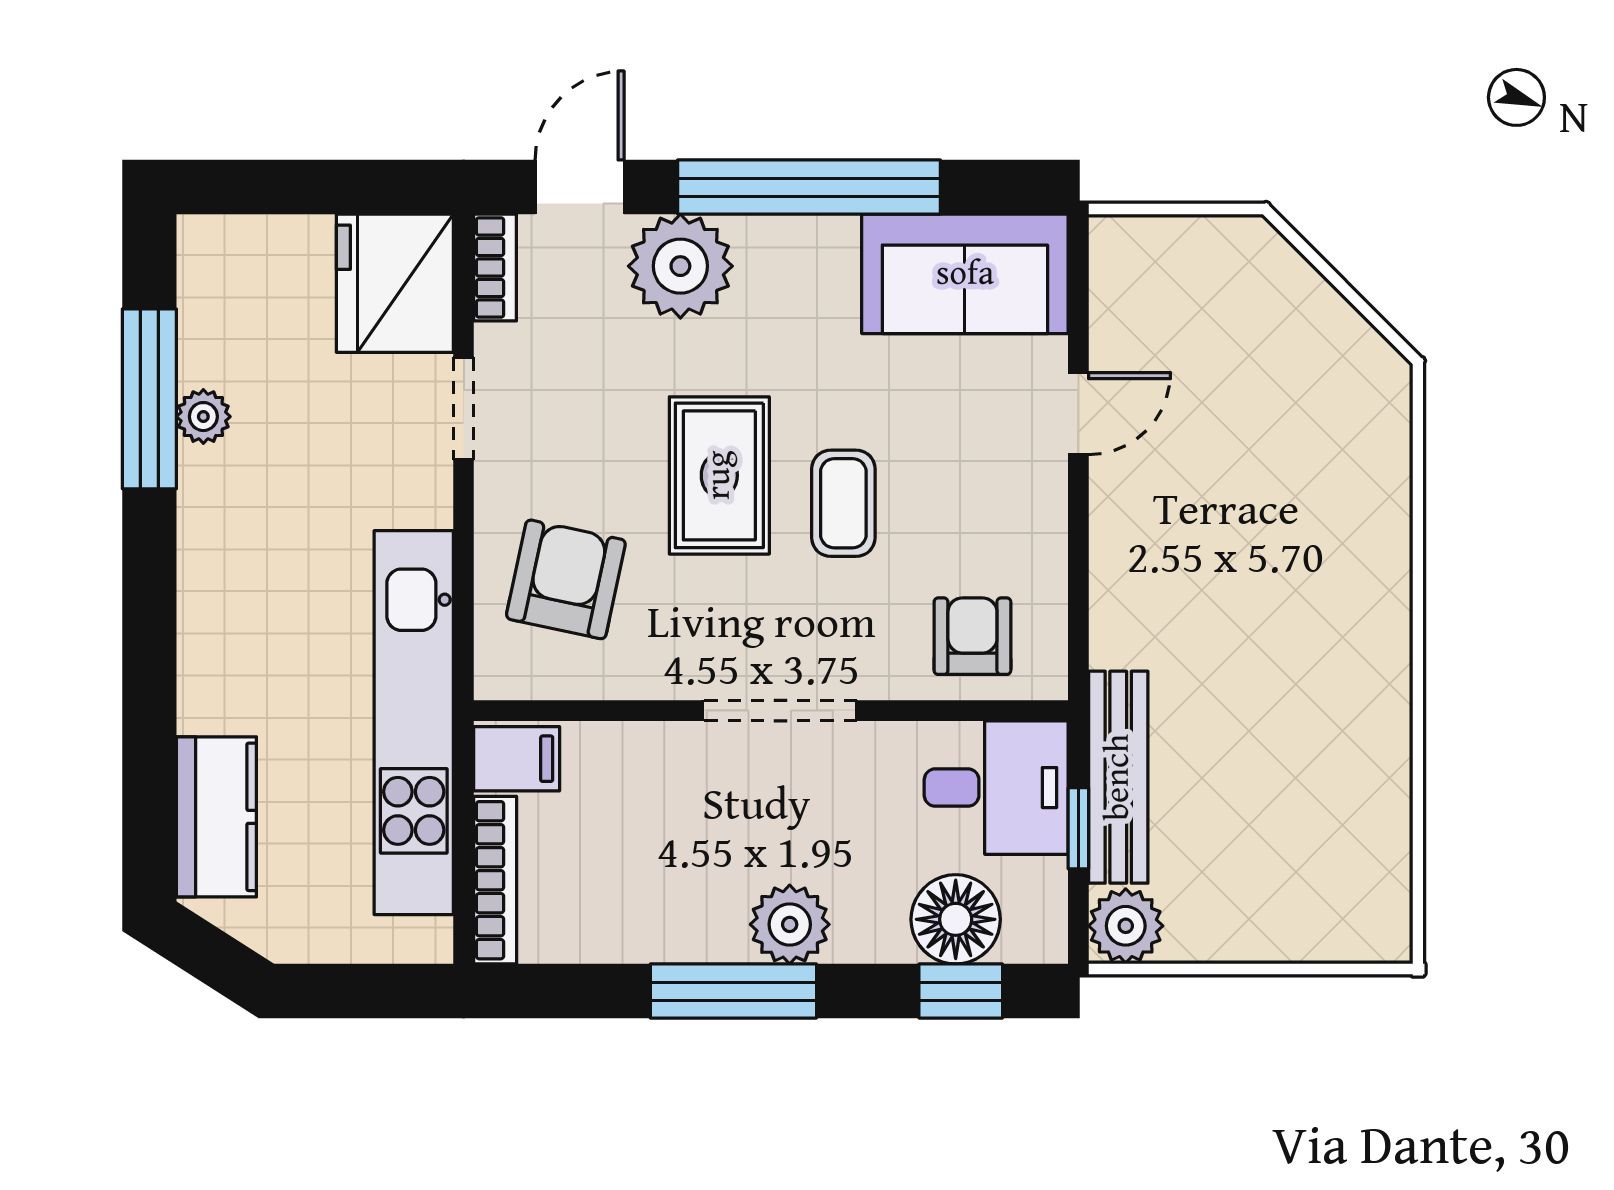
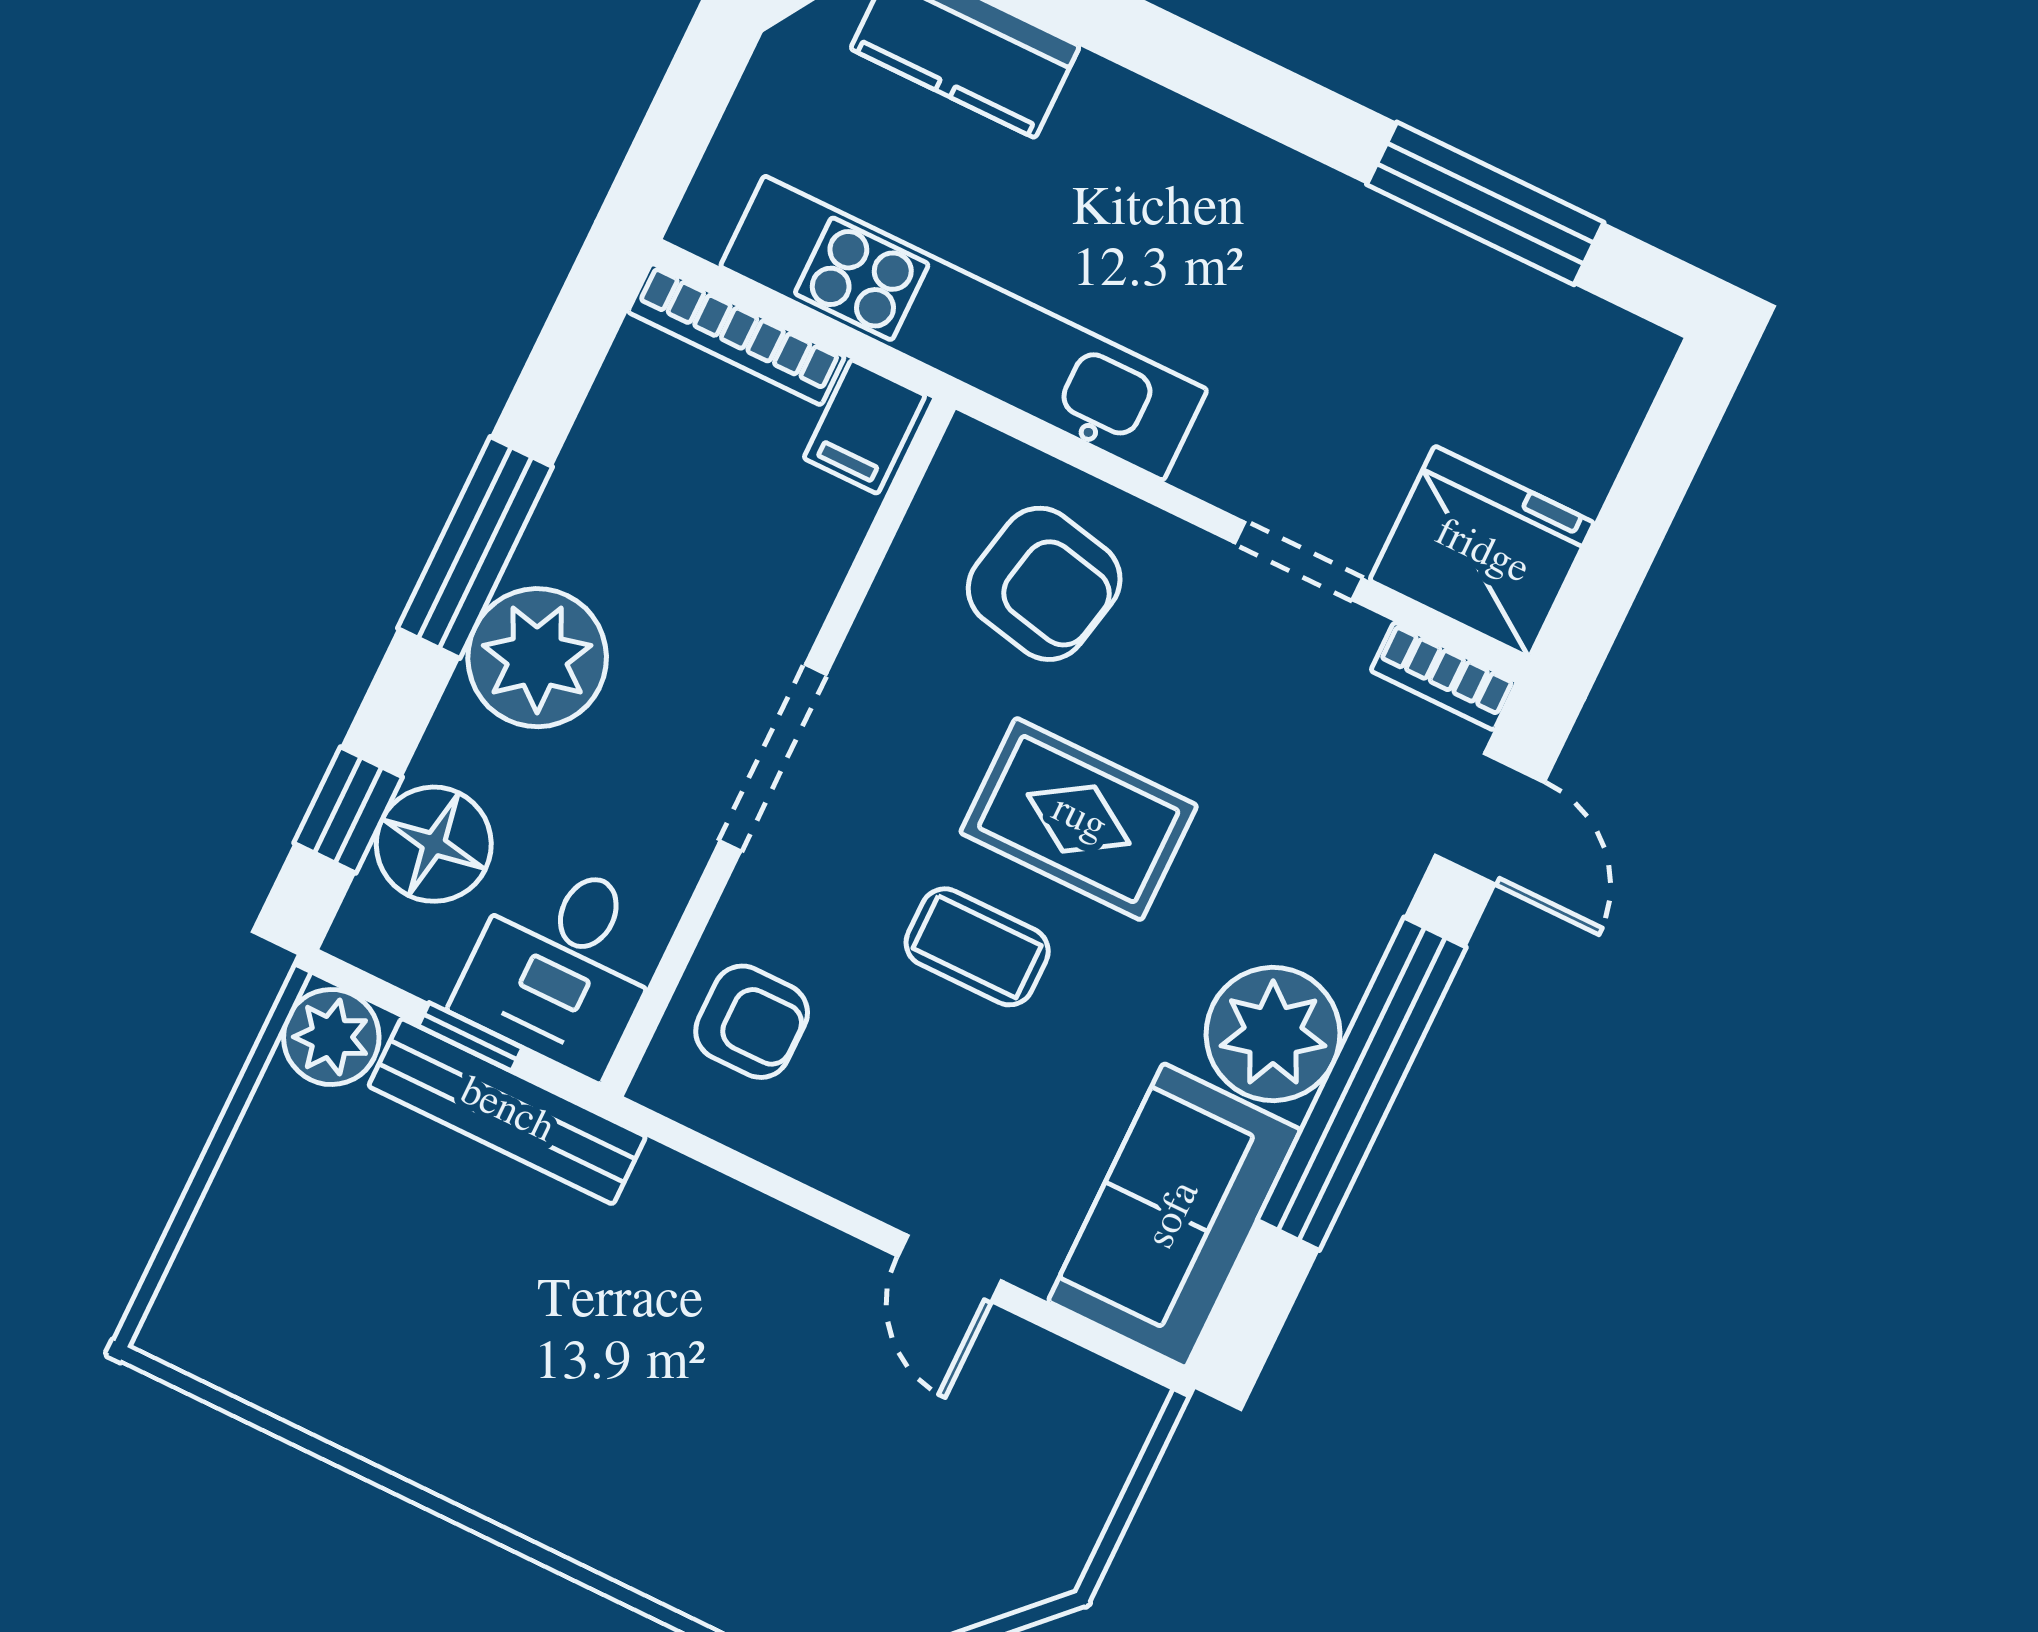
plant: (680, 266) -> (1273, 1034), moved
plant: (203, 417) -> (1435, 256), removed
plant: (790, 924) -> (537, 658), width x1.36, depth x1.36

